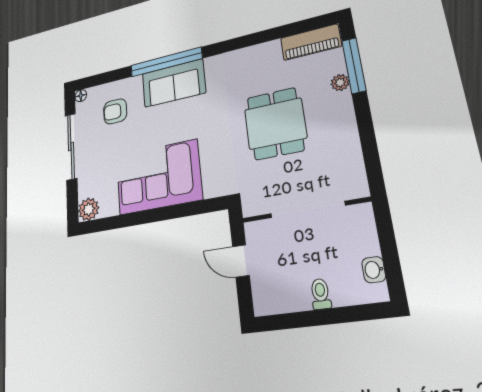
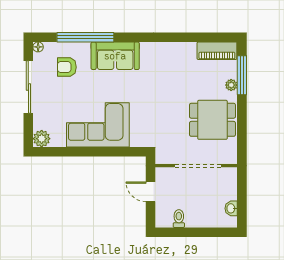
window: (166, 62) -> (85, 37), moved
dining table: (275, 124) -> (212, 120), moved, turned 90
toilet: (320, 294) -> (179, 219), moved

